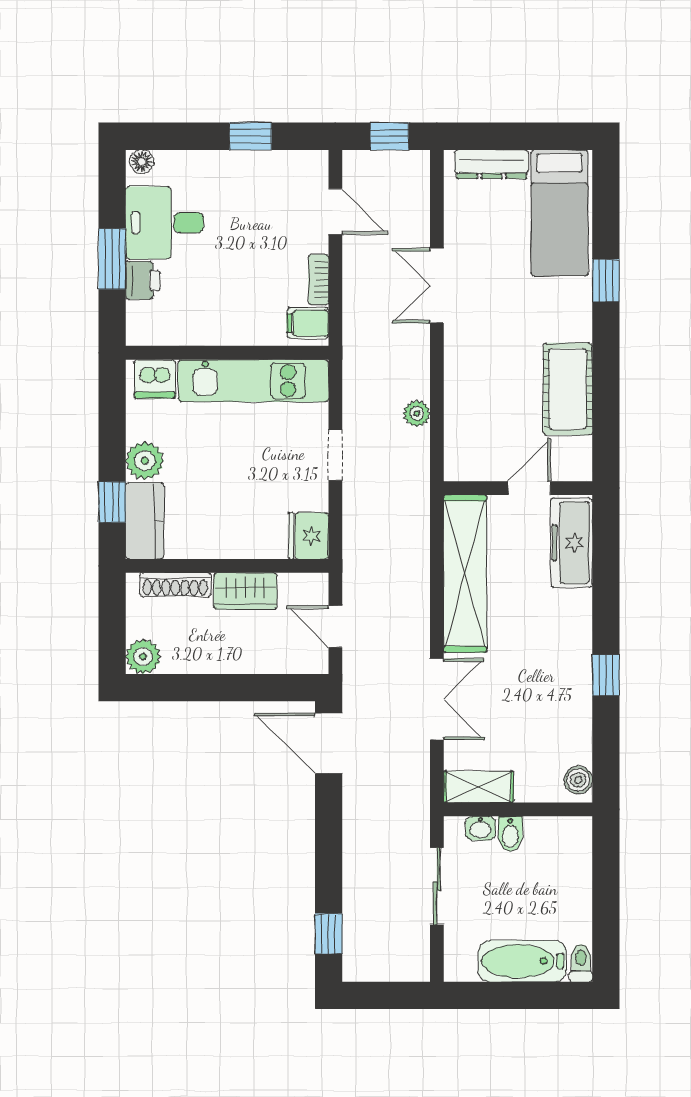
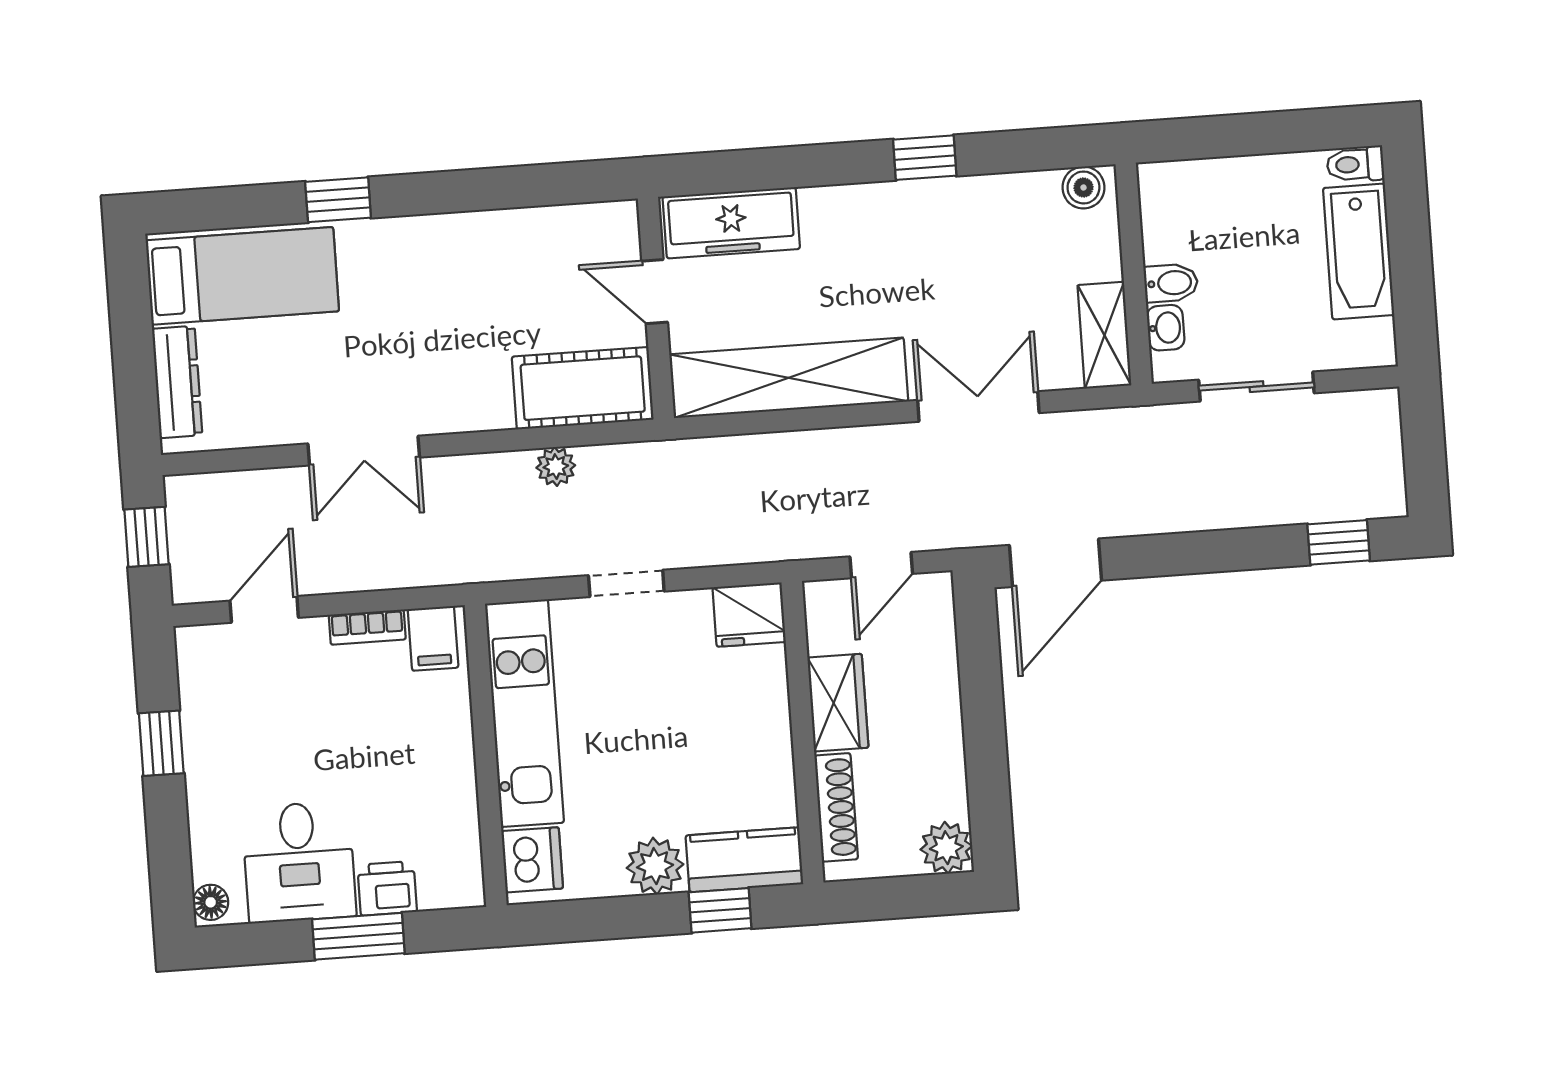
cot: (568, 389) -> (583, 388), moved

